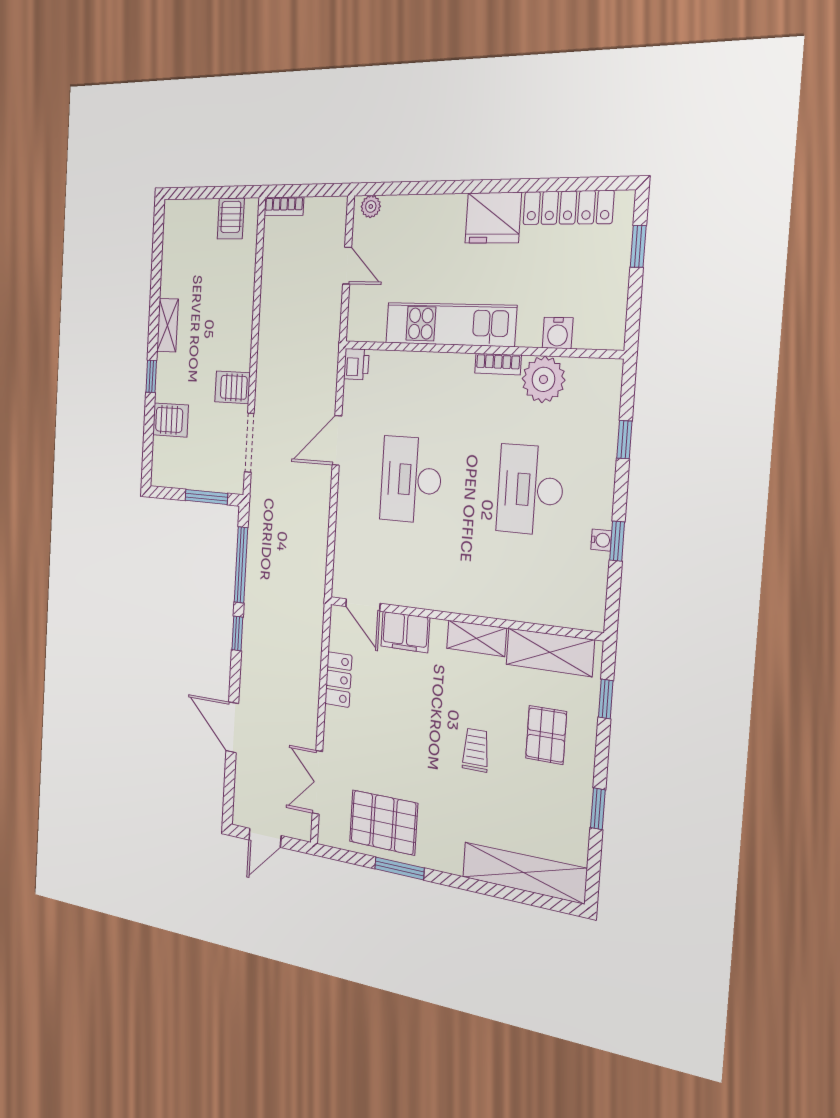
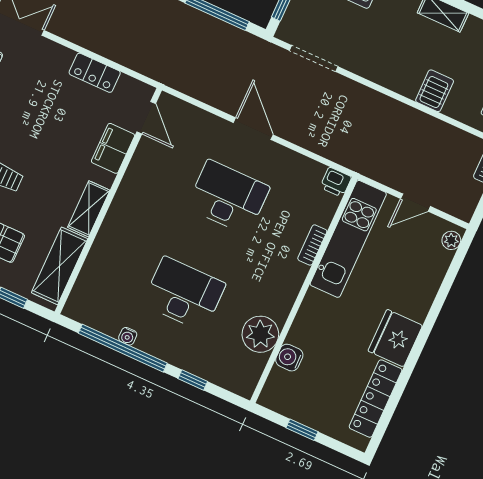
window: (638, 246) -> (302, 430), moved
kitchen unit: (450, 324) -> (348, 239), moved
bookcase: (498, 364) -> (312, 245), moved
server rack: (232, 387) -> (435, 91), moved
door: (337, 440) -> (253, 129), moved
window: (617, 541) -> (123, 348), width x3.17
door: (363, 605) -> (146, 118), swing flipped

